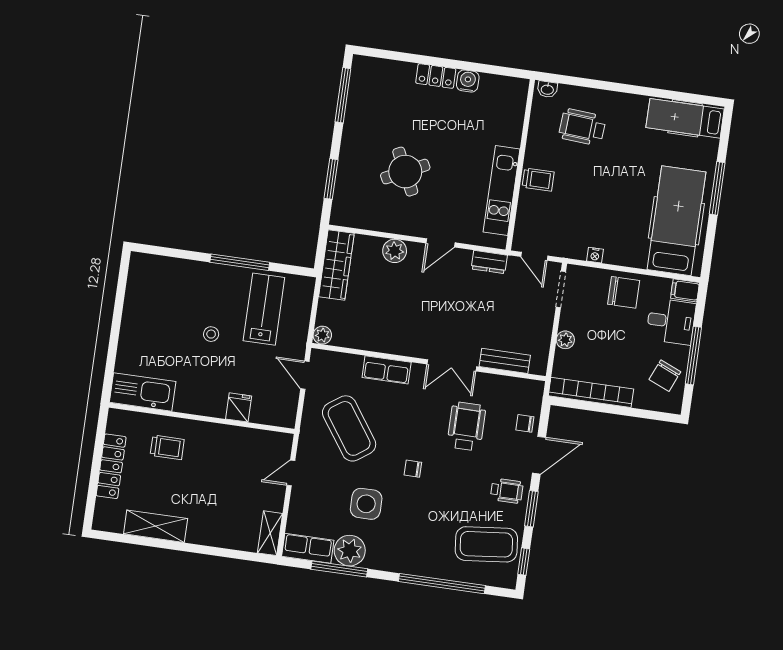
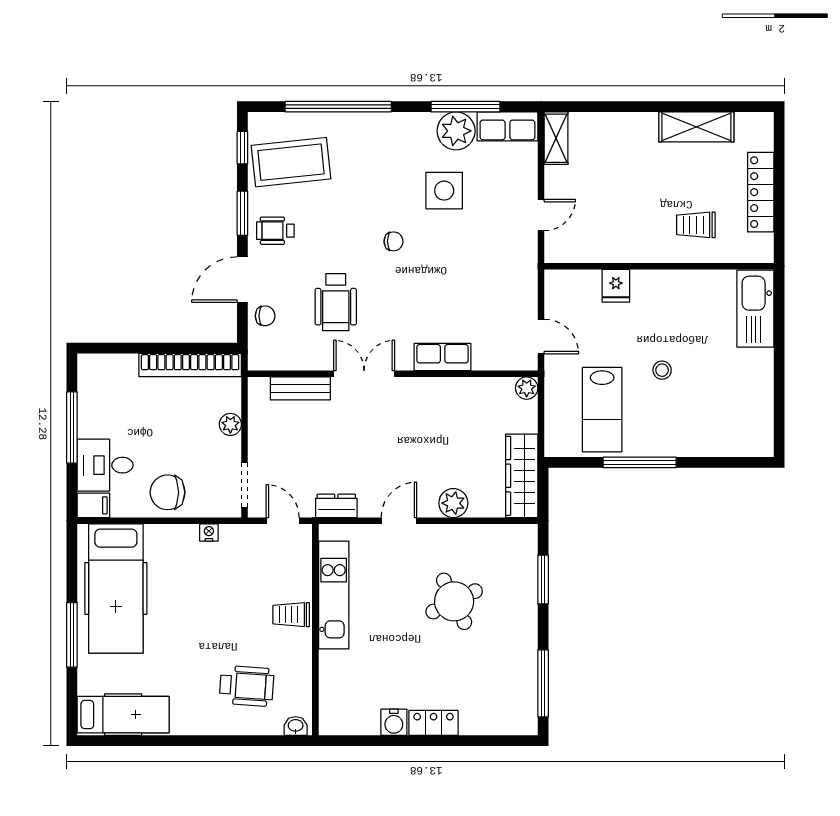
chair: (665, 376) -> (103, 398), removed
kitchen sink: (143, 392) -> (755, 309), moved, turned 90
coffee table: (349, 428) -> (478, 279), removed

